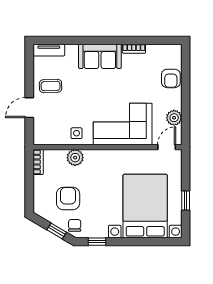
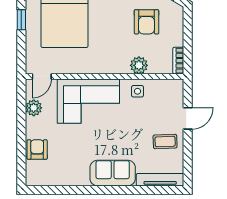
bookcase: (134, 49) -> (76, 181), removed
tv unit: (49, 50) -> (160, 180), width x1.41

